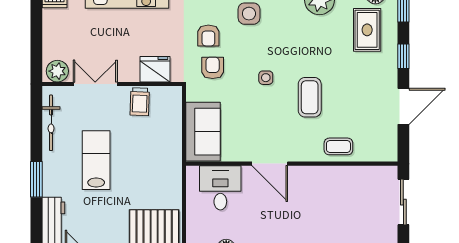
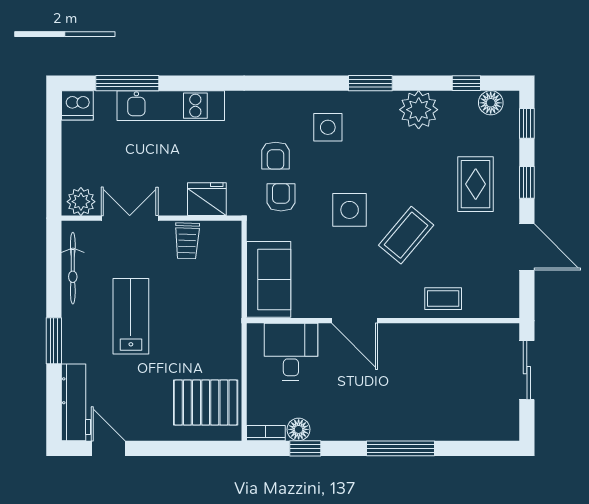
rug: (367, 30) -> (476, 184), moved
side table: (266, 78) -> (350, 210), width x1.87, depth x1.87
coffee table: (310, 97) -> (406, 235), turned 40
door: (403, 106) -> (527, 247), hinge flipped

